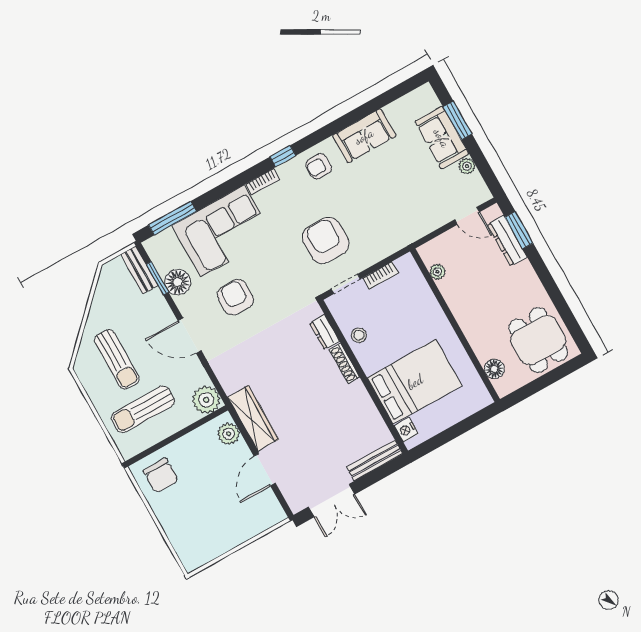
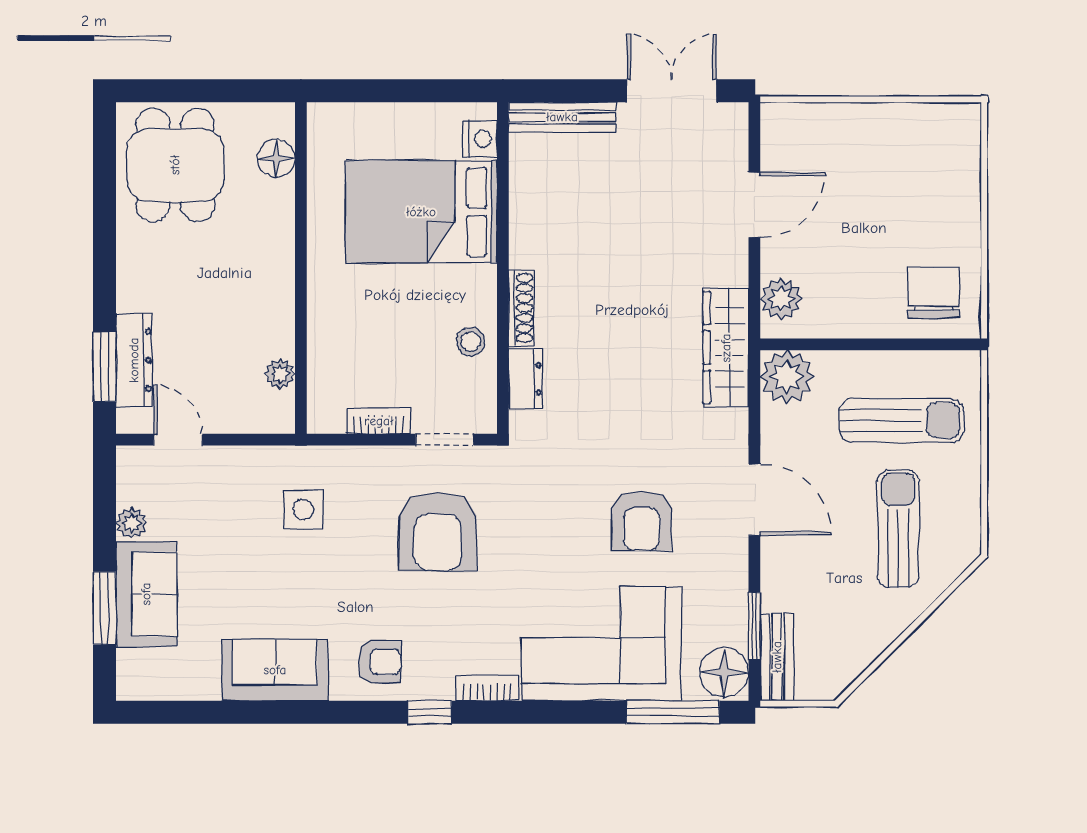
side table: (392, 216) -> (303, 510), added
floor lamp: (178, 282) -> (724, 672), moved
wardrobe: (253, 418) -> (726, 348), moved

